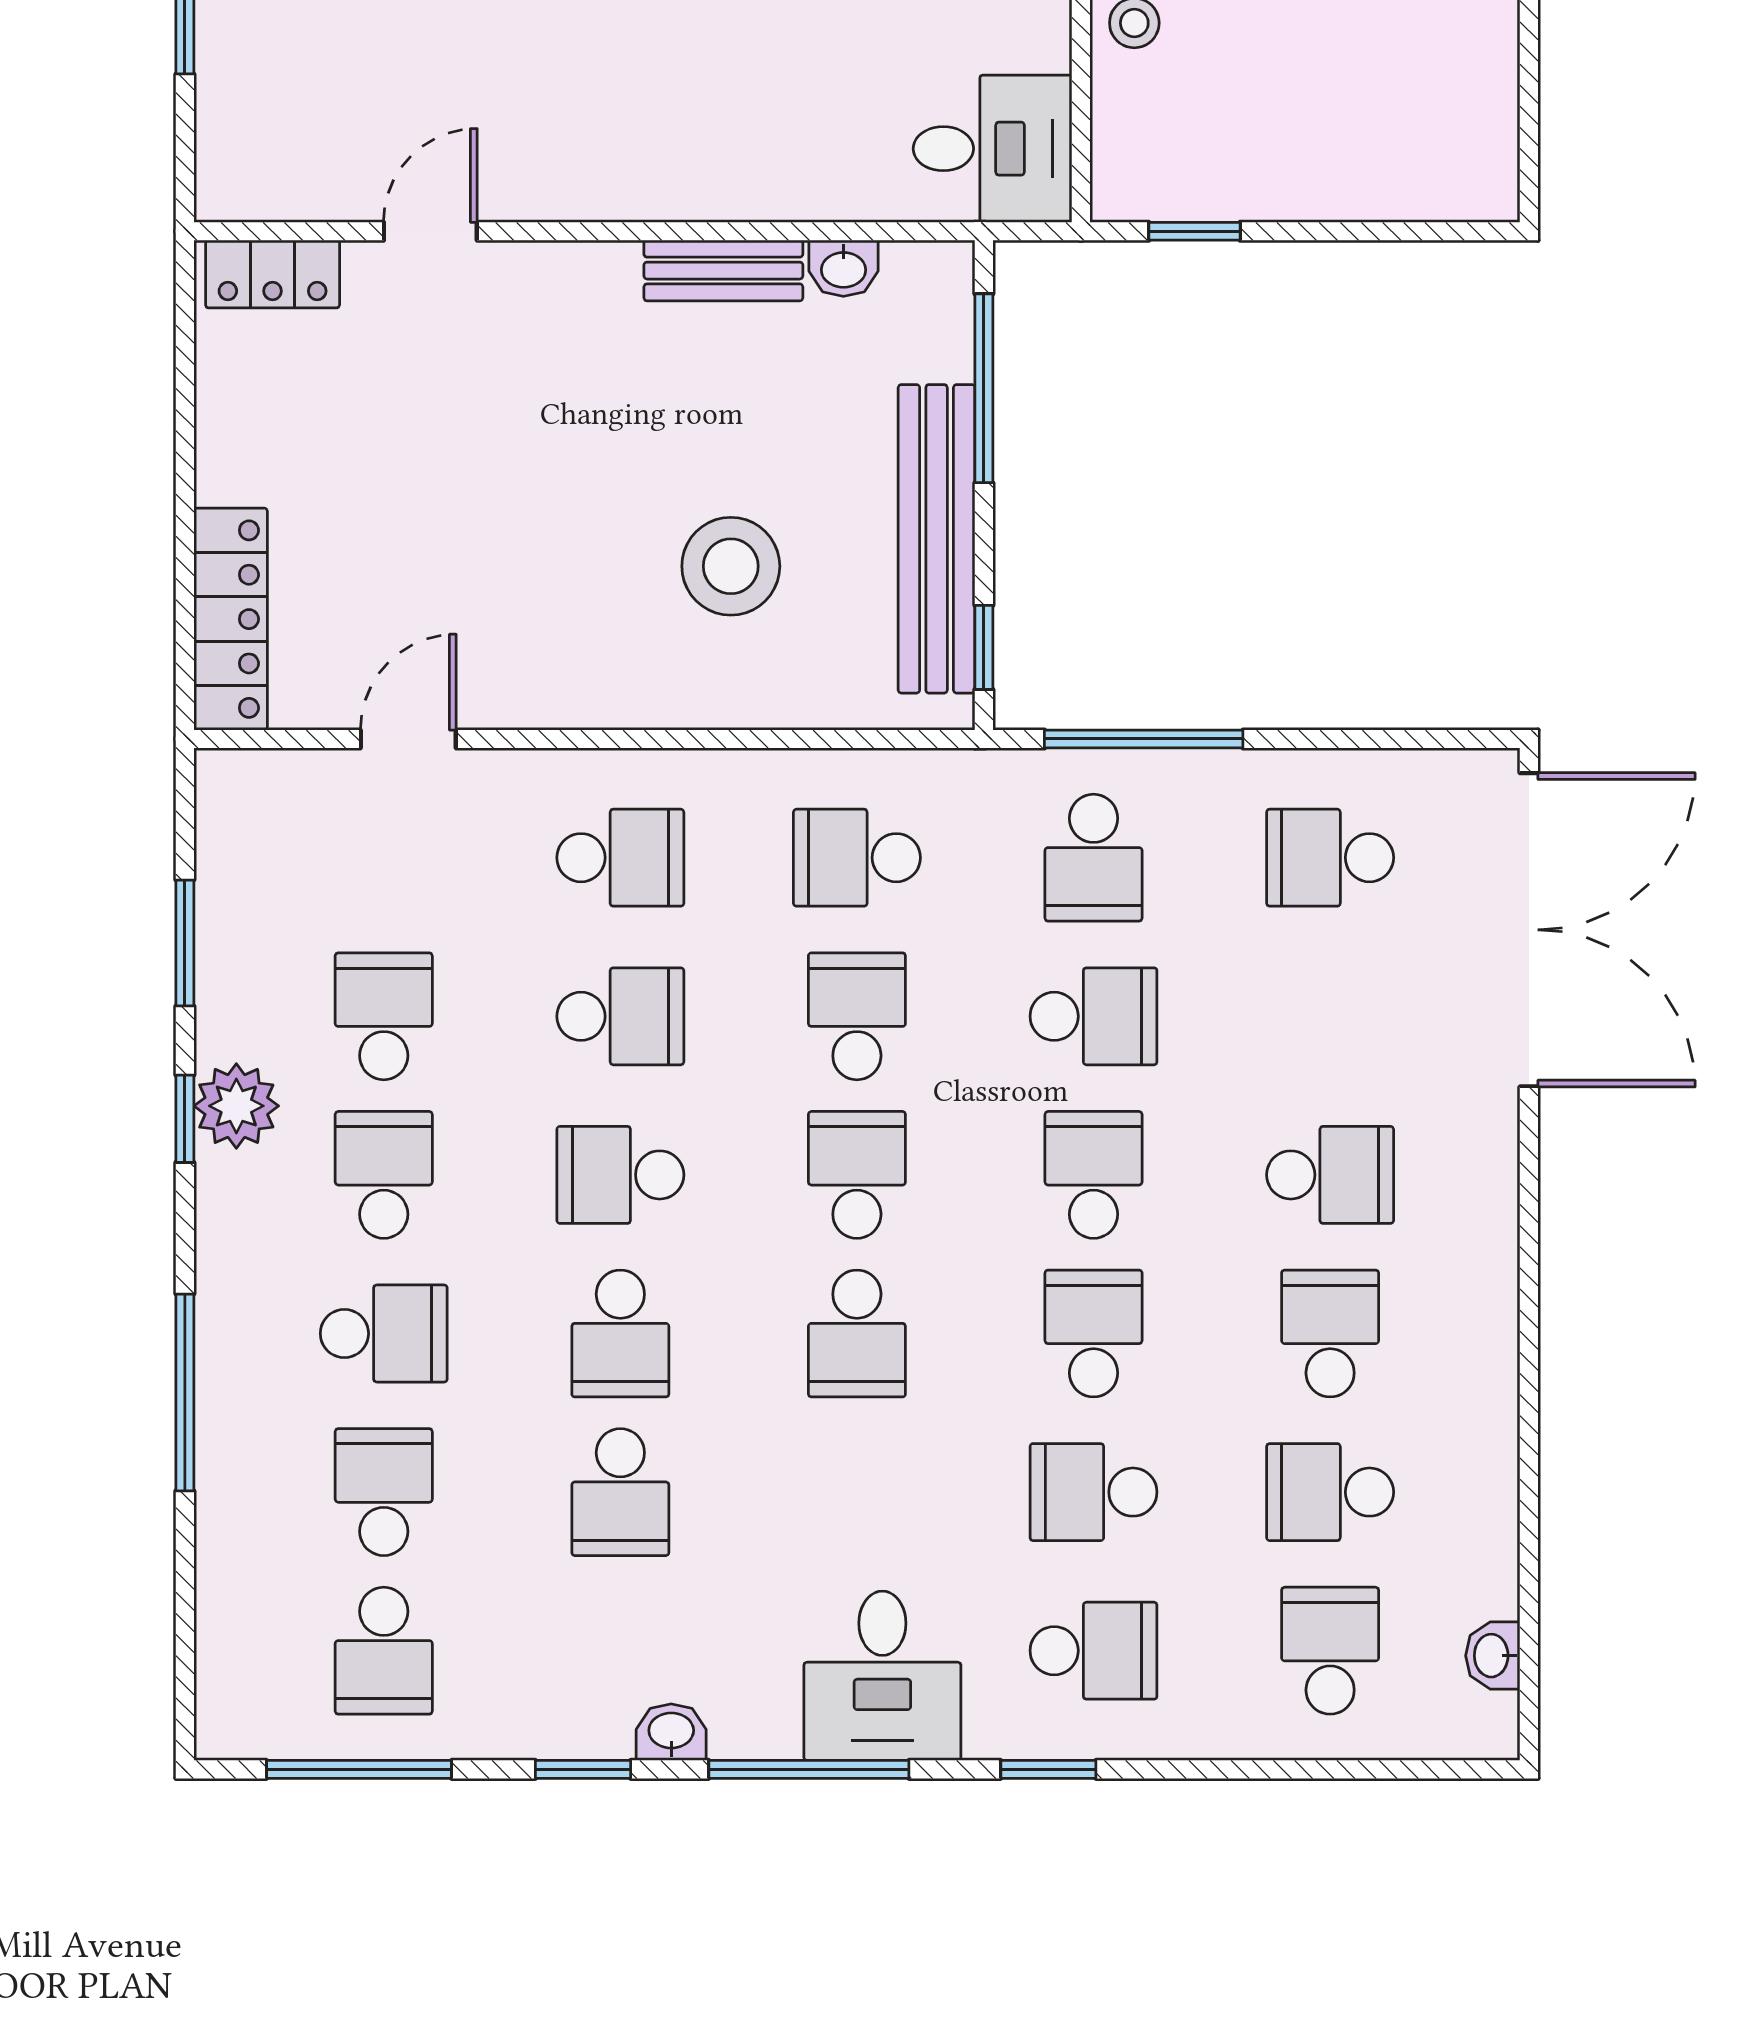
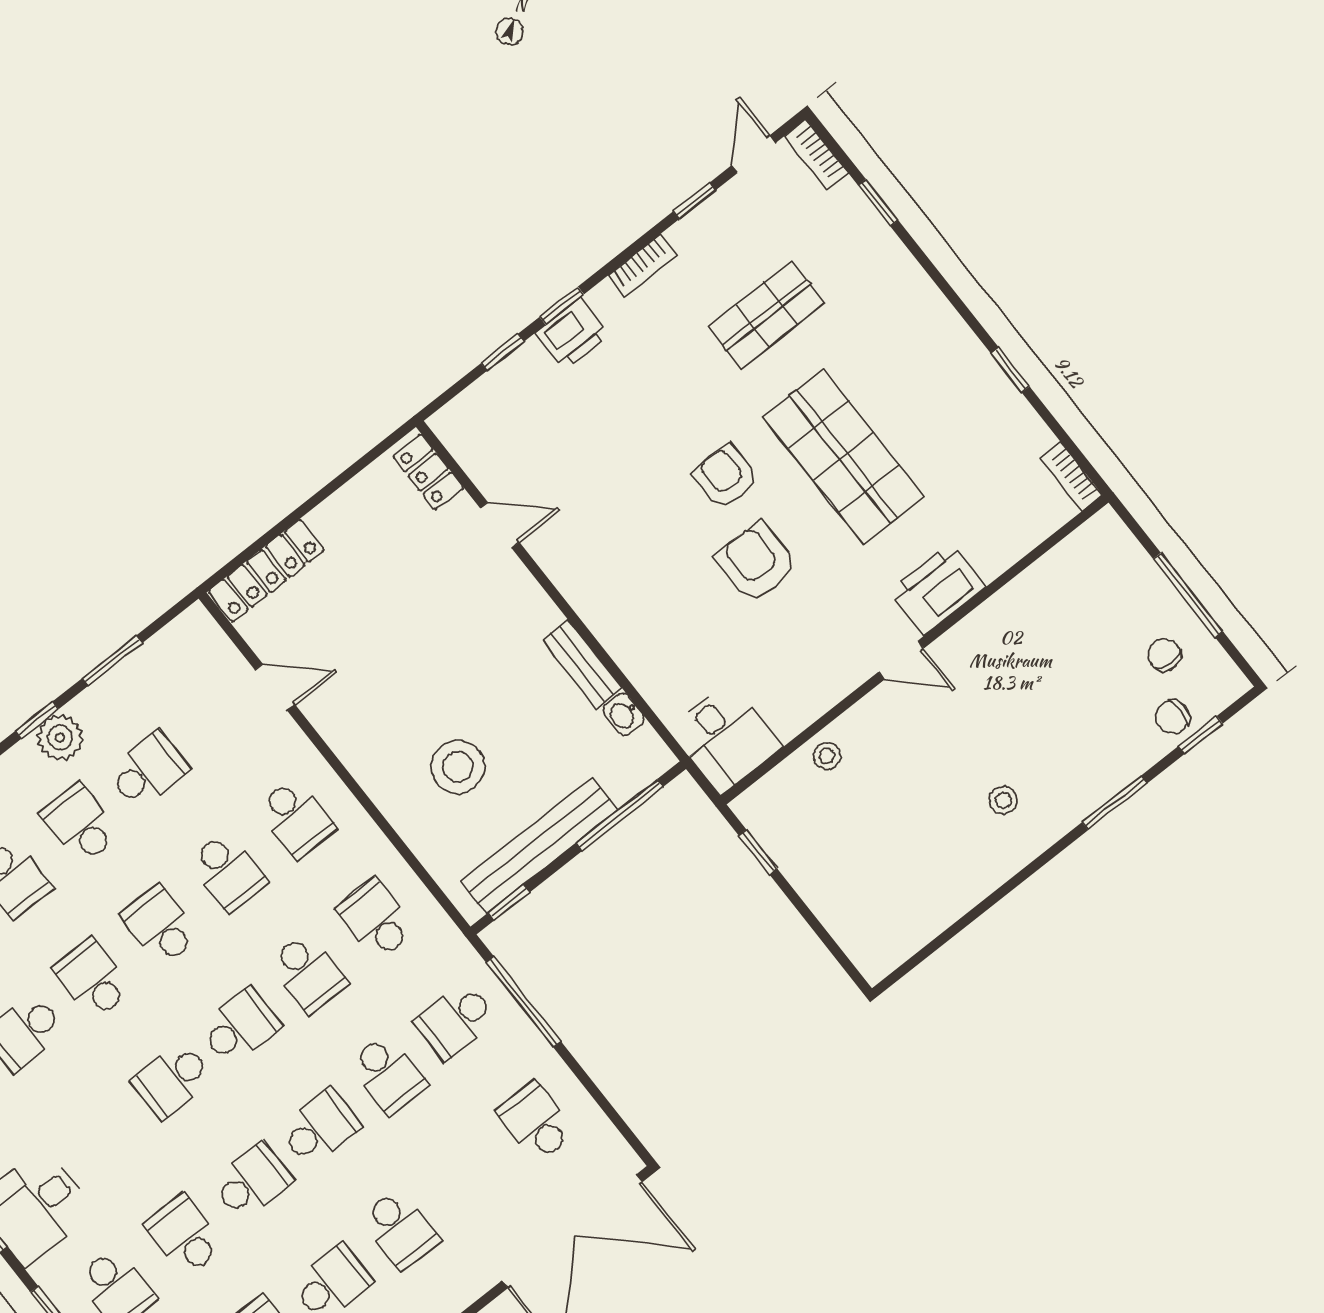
school desk: (857, 1016) -> (308, 973), turned 90
school desk: (384, 1175) -> (80, 824), turned -90
school desk: (620, 1333) -> (92, 979), turned 90

